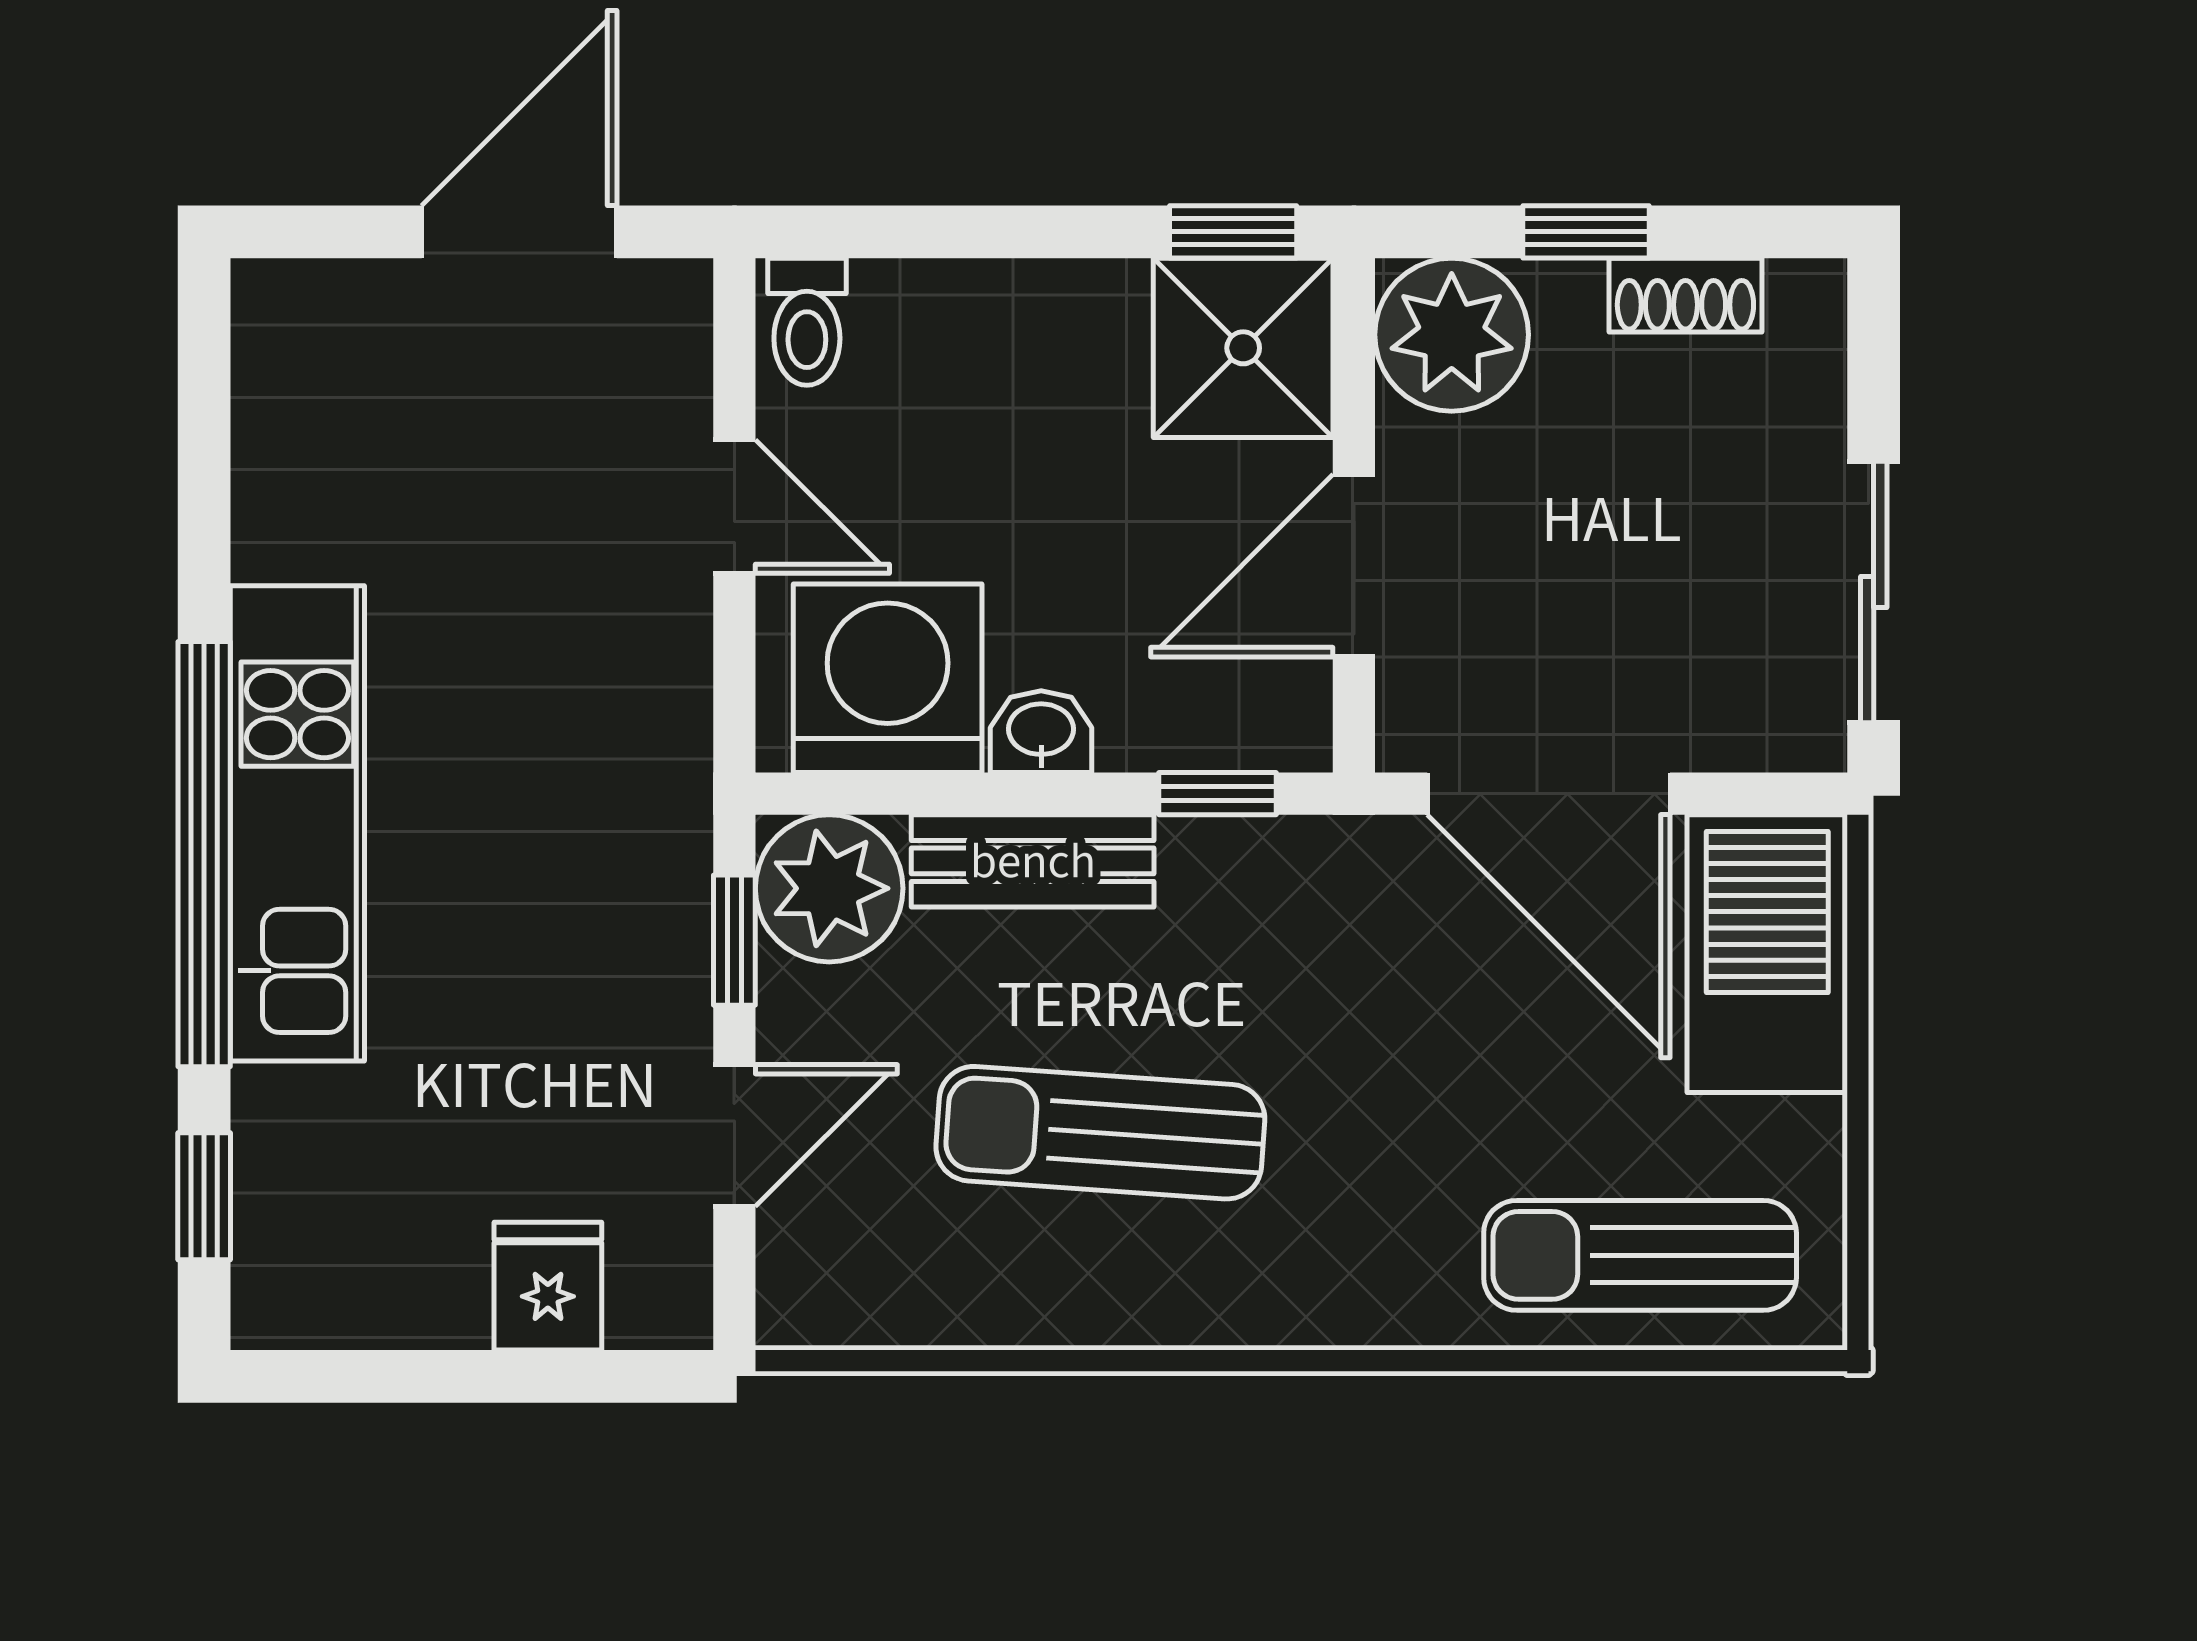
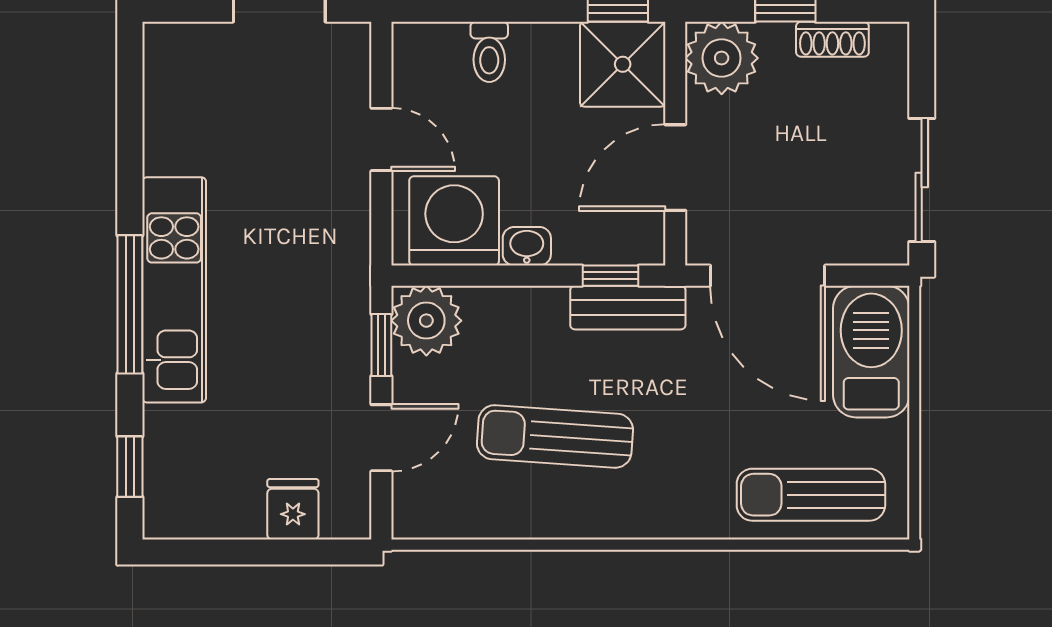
toilet: (807, 322) -> (489, 52), moved
window: (204, 854) -> (130, 304), width x0.68
bench: (1033, 861) -> (628, 308), moved

